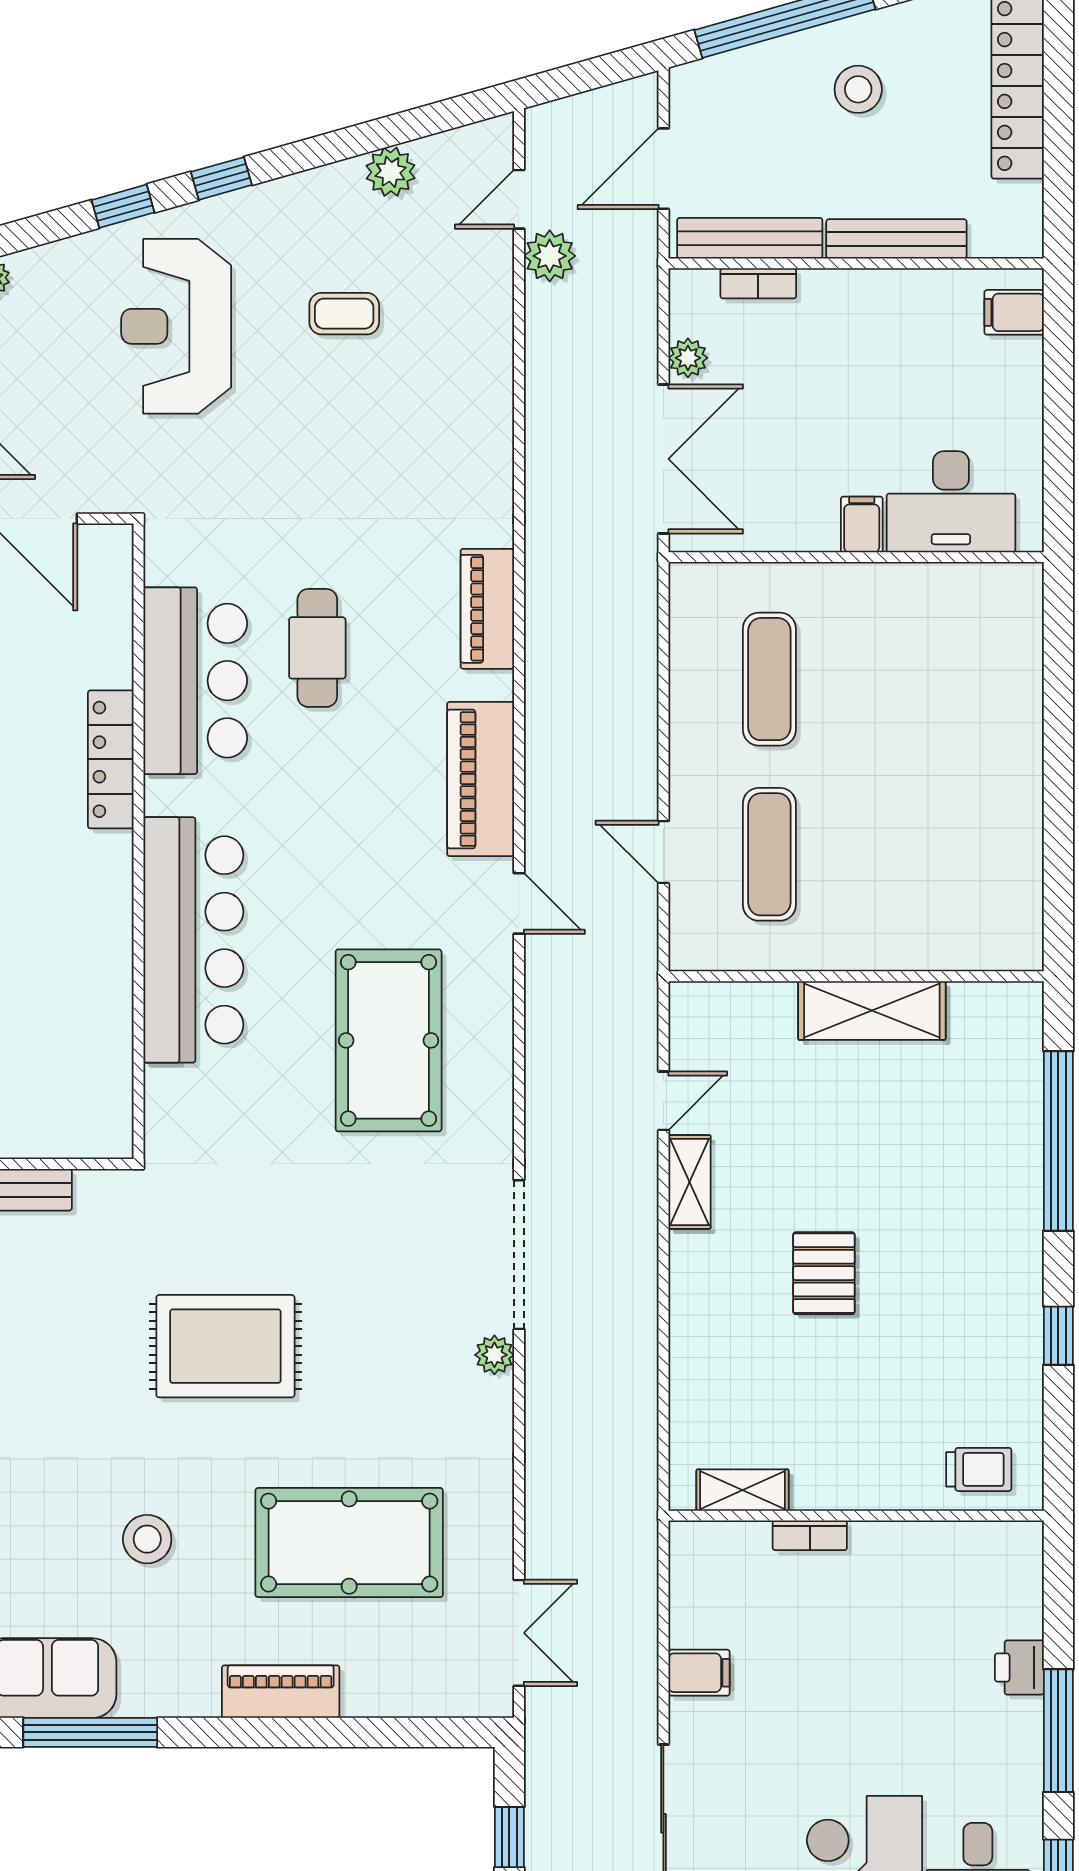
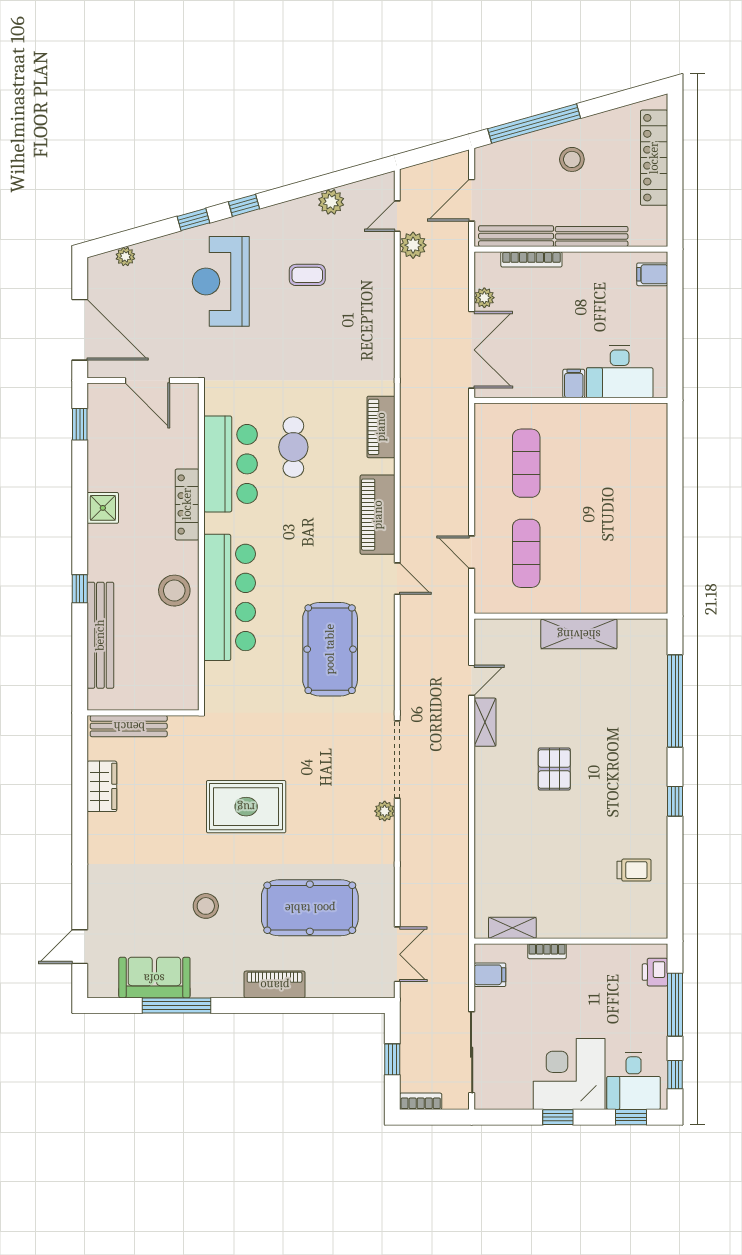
bookcase: (758, 283) -> (531, 259), width x1.56
stool: (86, 927) -> (174, 591), added
shelving: (743, 1490) -> (512, 928), moved
wall: (856, 1516) -> (571, 941), moved
bookcase: (810, 1535) -> (547, 951), moved

